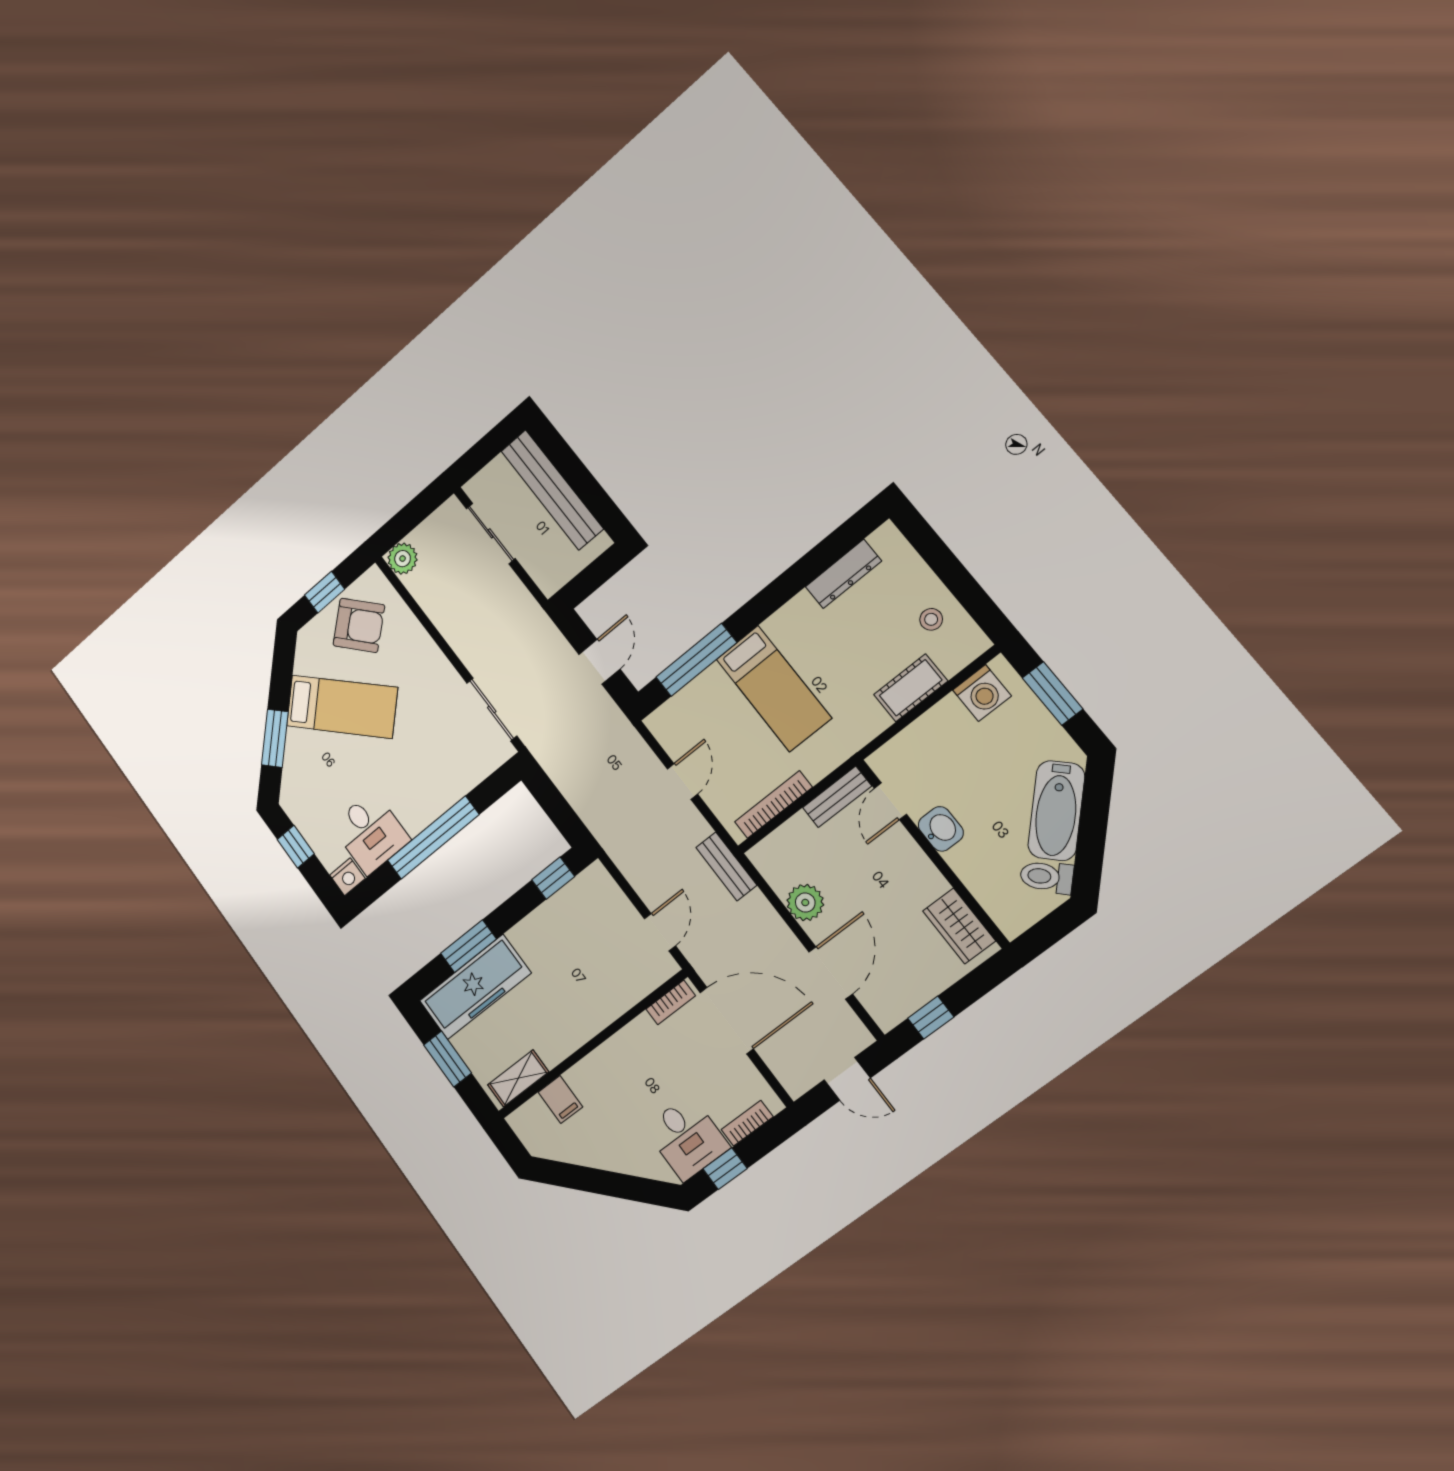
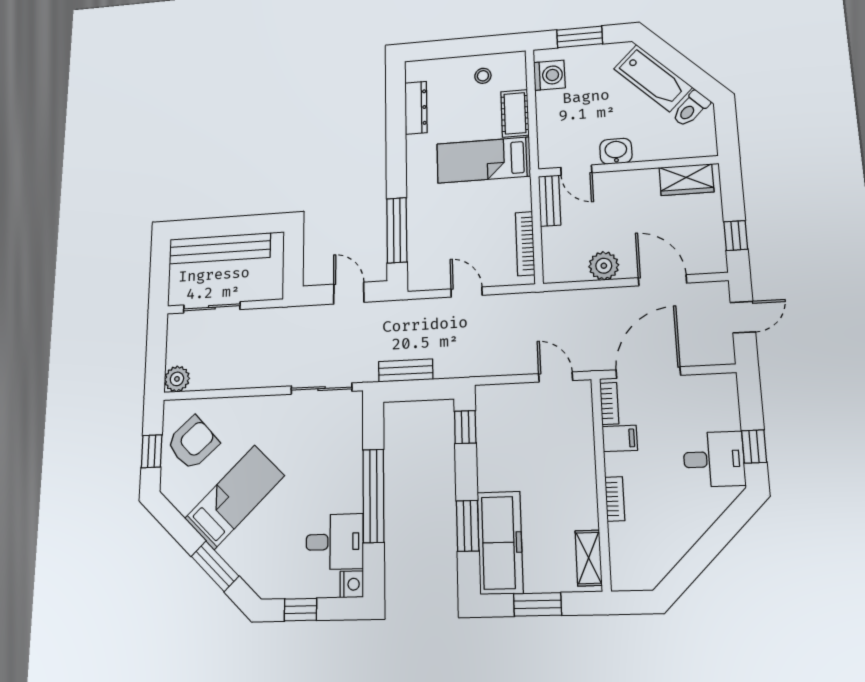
bed: (774, 689) -> (484, 160), moved, turned 180
bench: (726, 866) -> (406, 370), moved
filing cabinet: (560, 1099) -> (620, 438), moved
bookcase: (747, 1123) -> (615, 499), moved, turned 180

